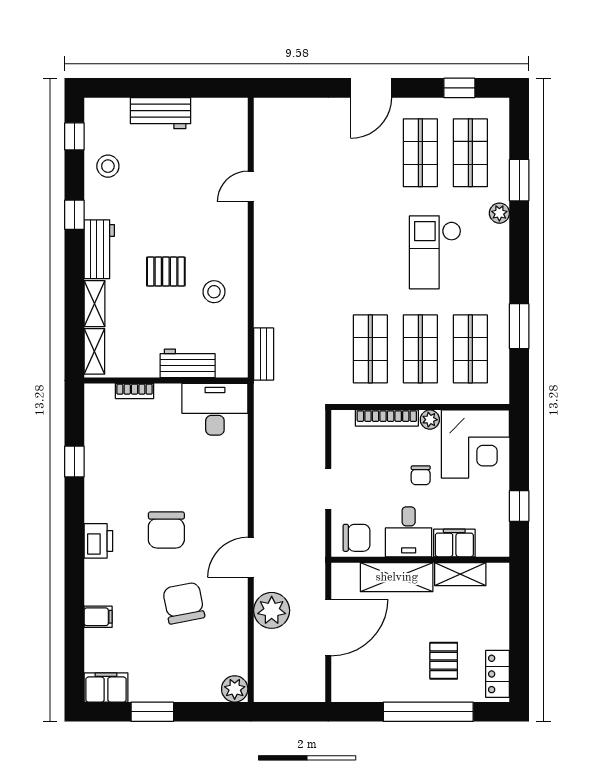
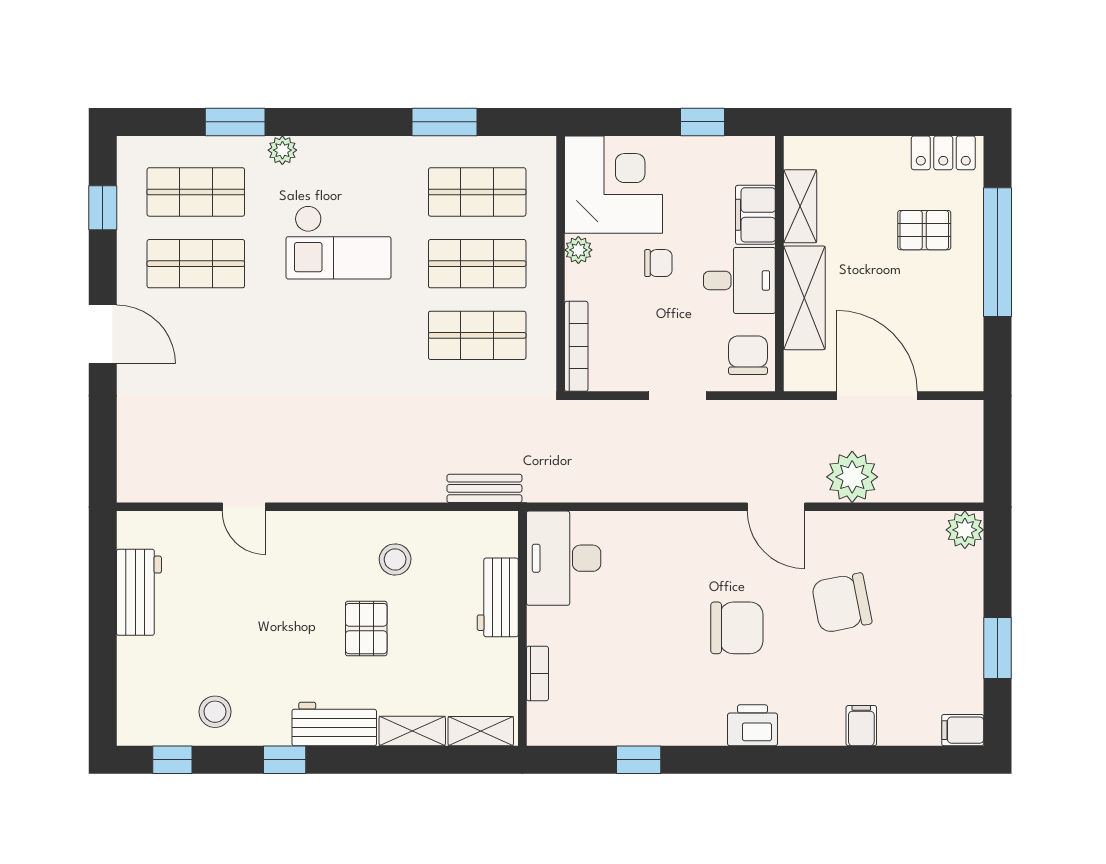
workbench: (160, 113) -> (139, 592), moved
bookcase: (387, 418) -> (576, 346), moved
filing cabinet: (106, 688) -> (963, 730), width x0.50

